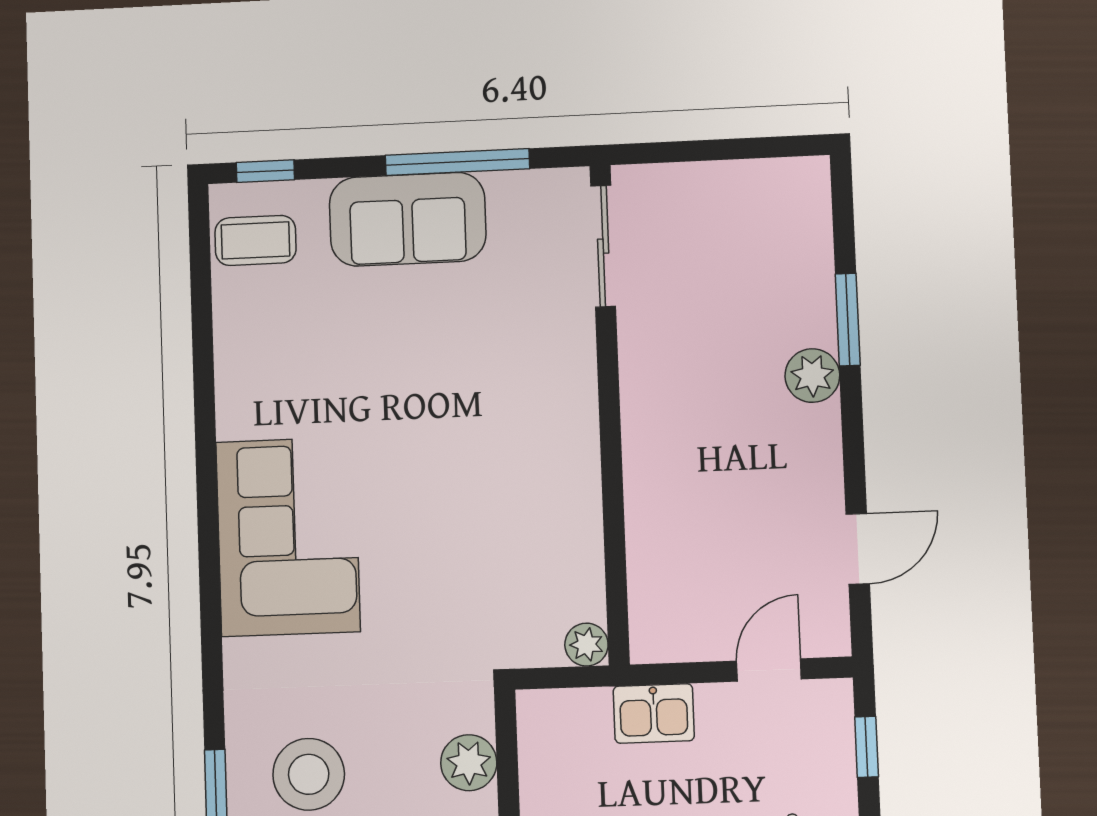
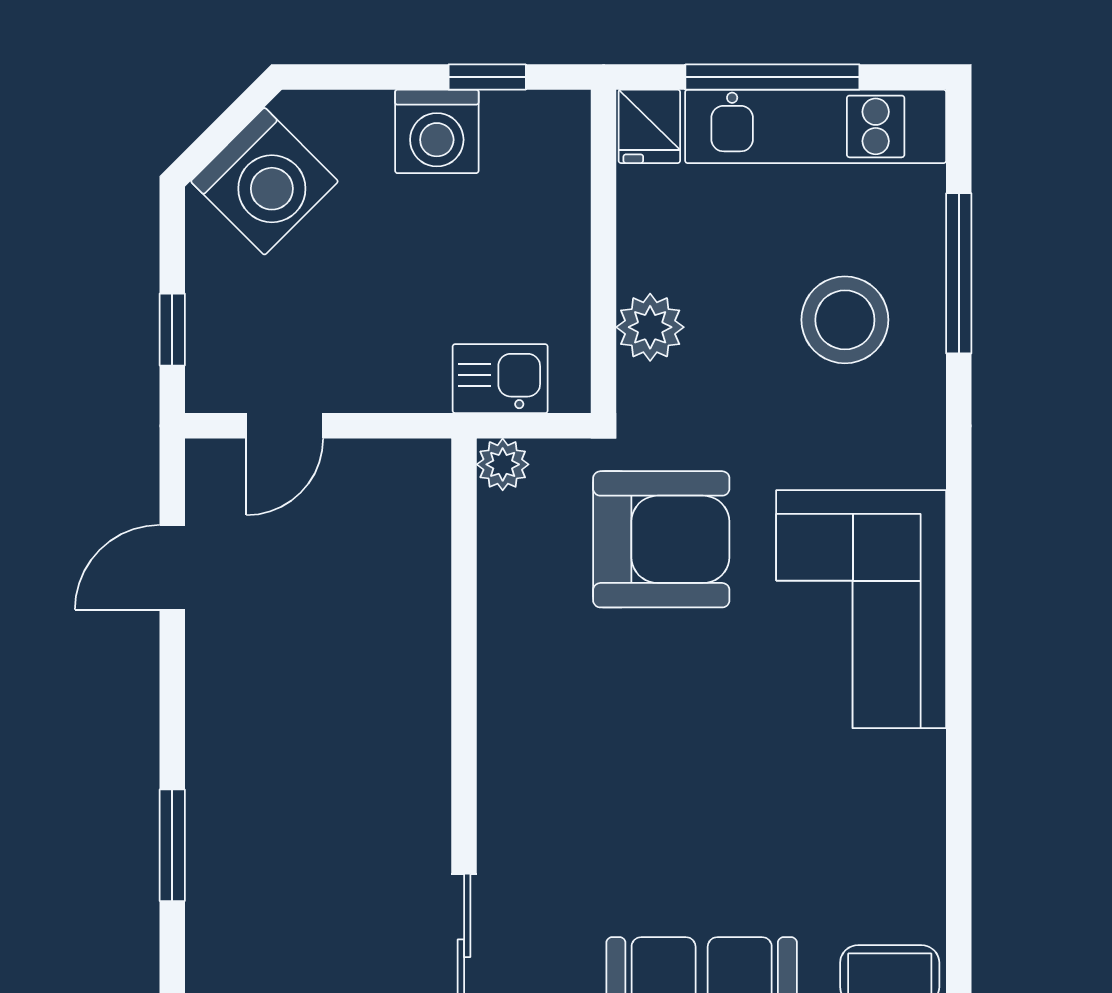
plant: (812, 376) -> (218, 779), removed
armchair: (453, 588) -> (661, 539), added
kitchen sink: (654, 713) -> (500, 379), moved

